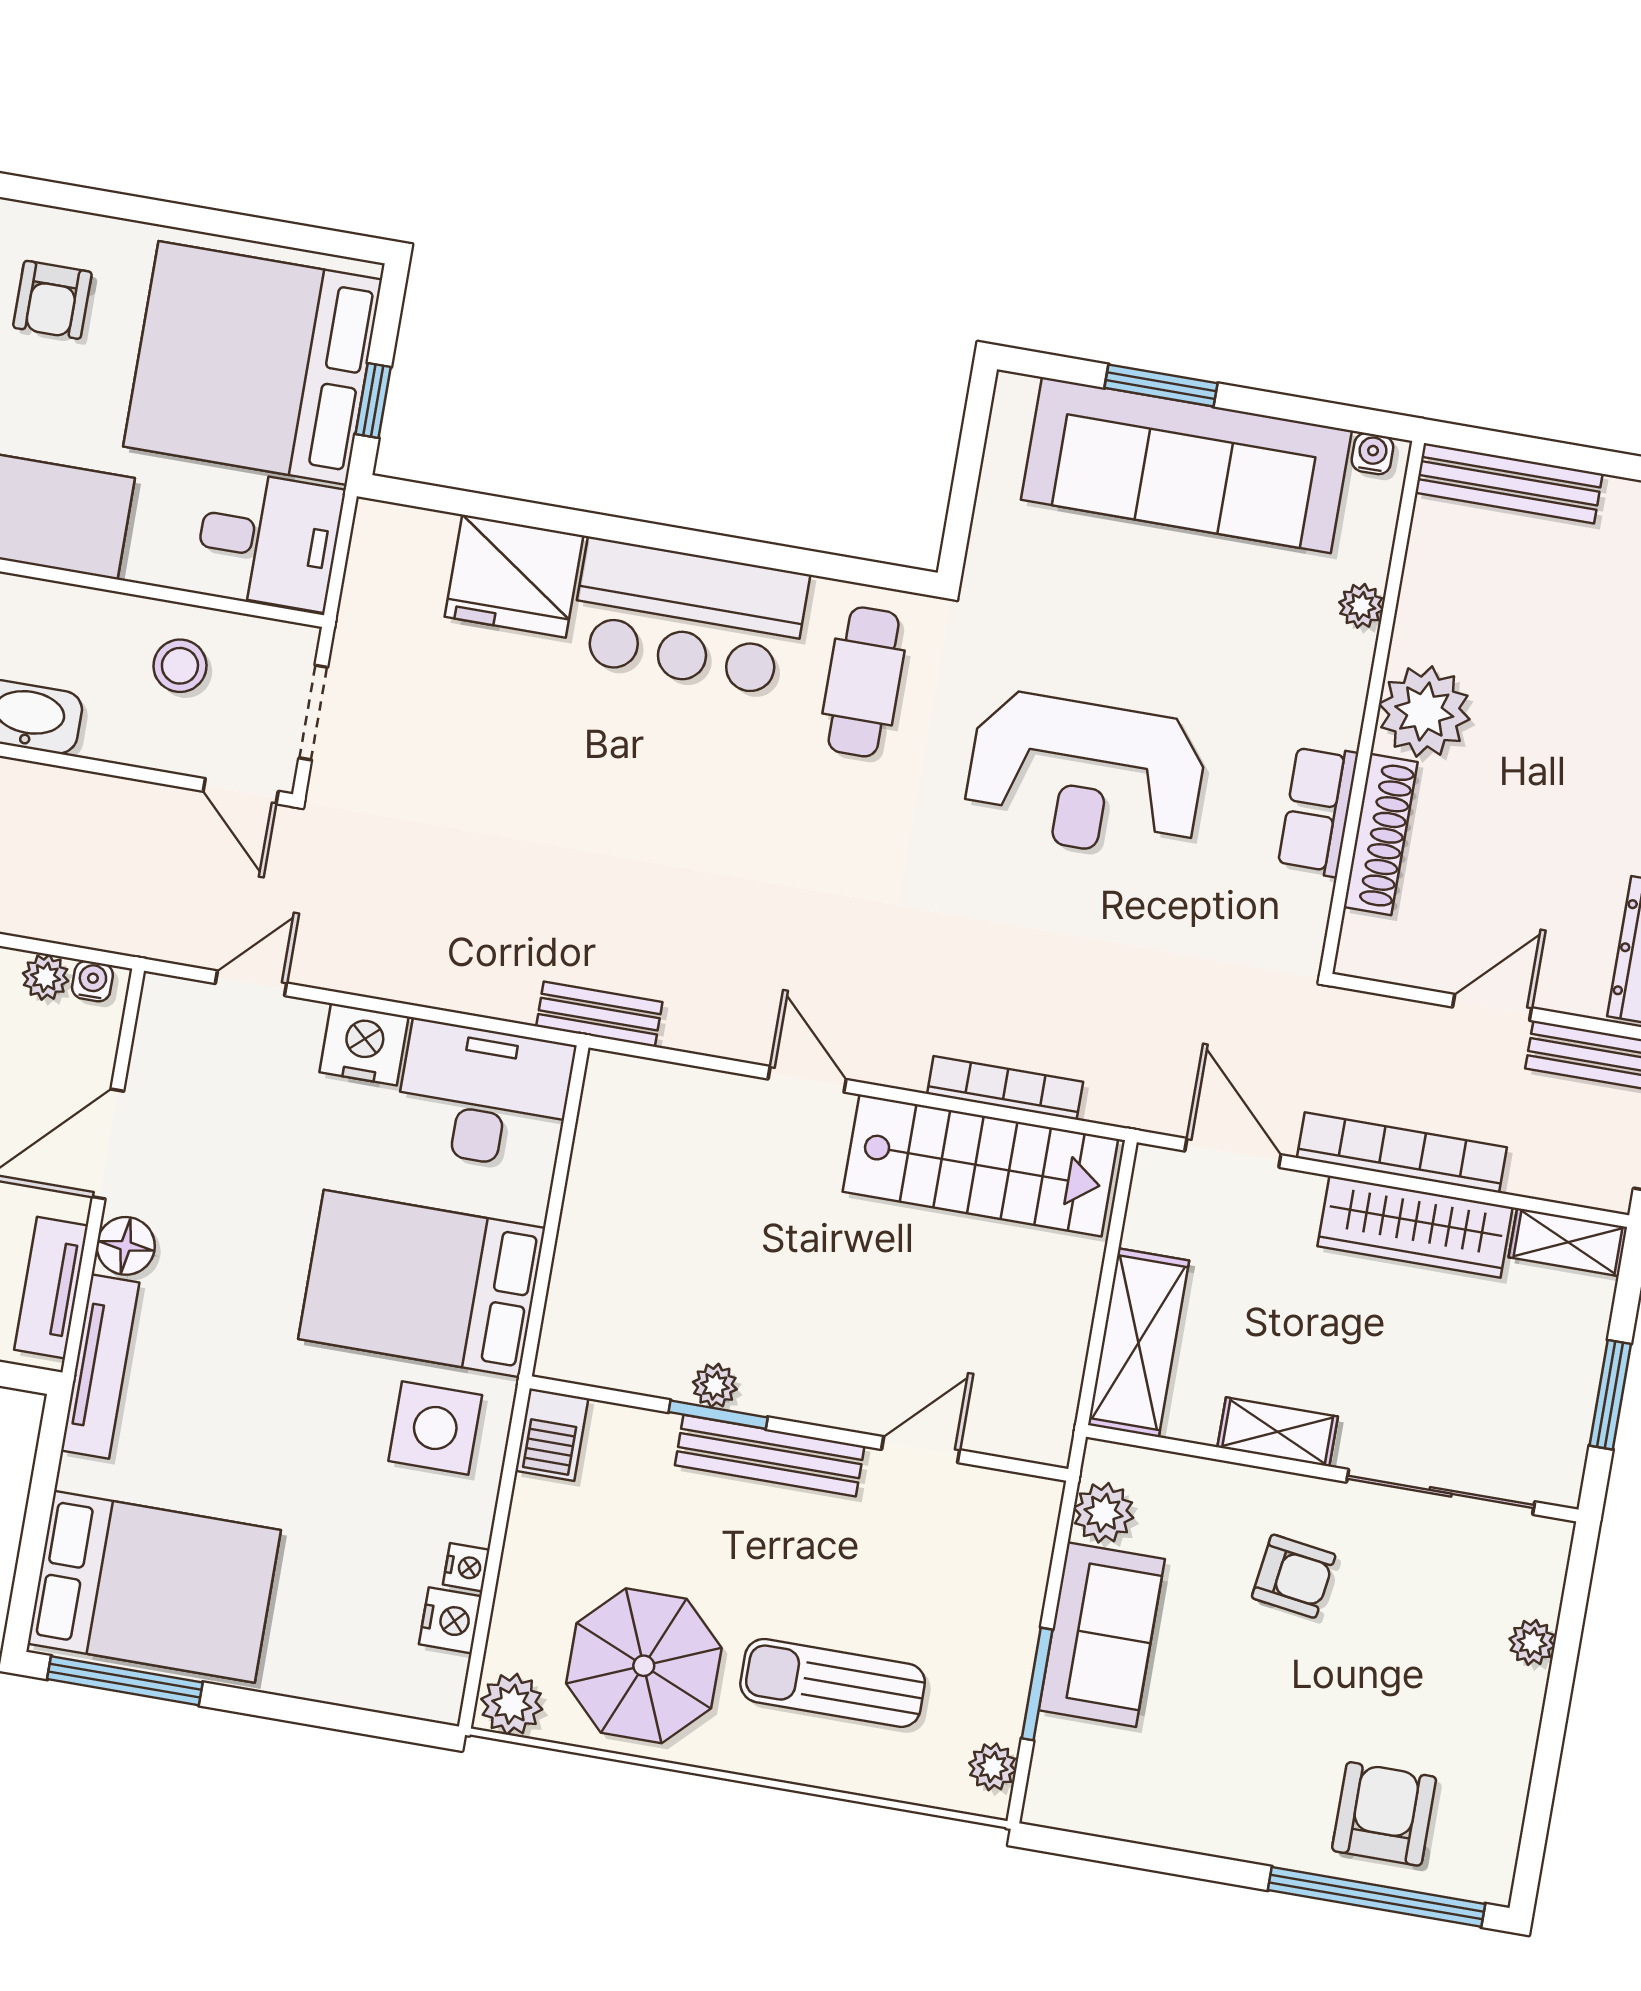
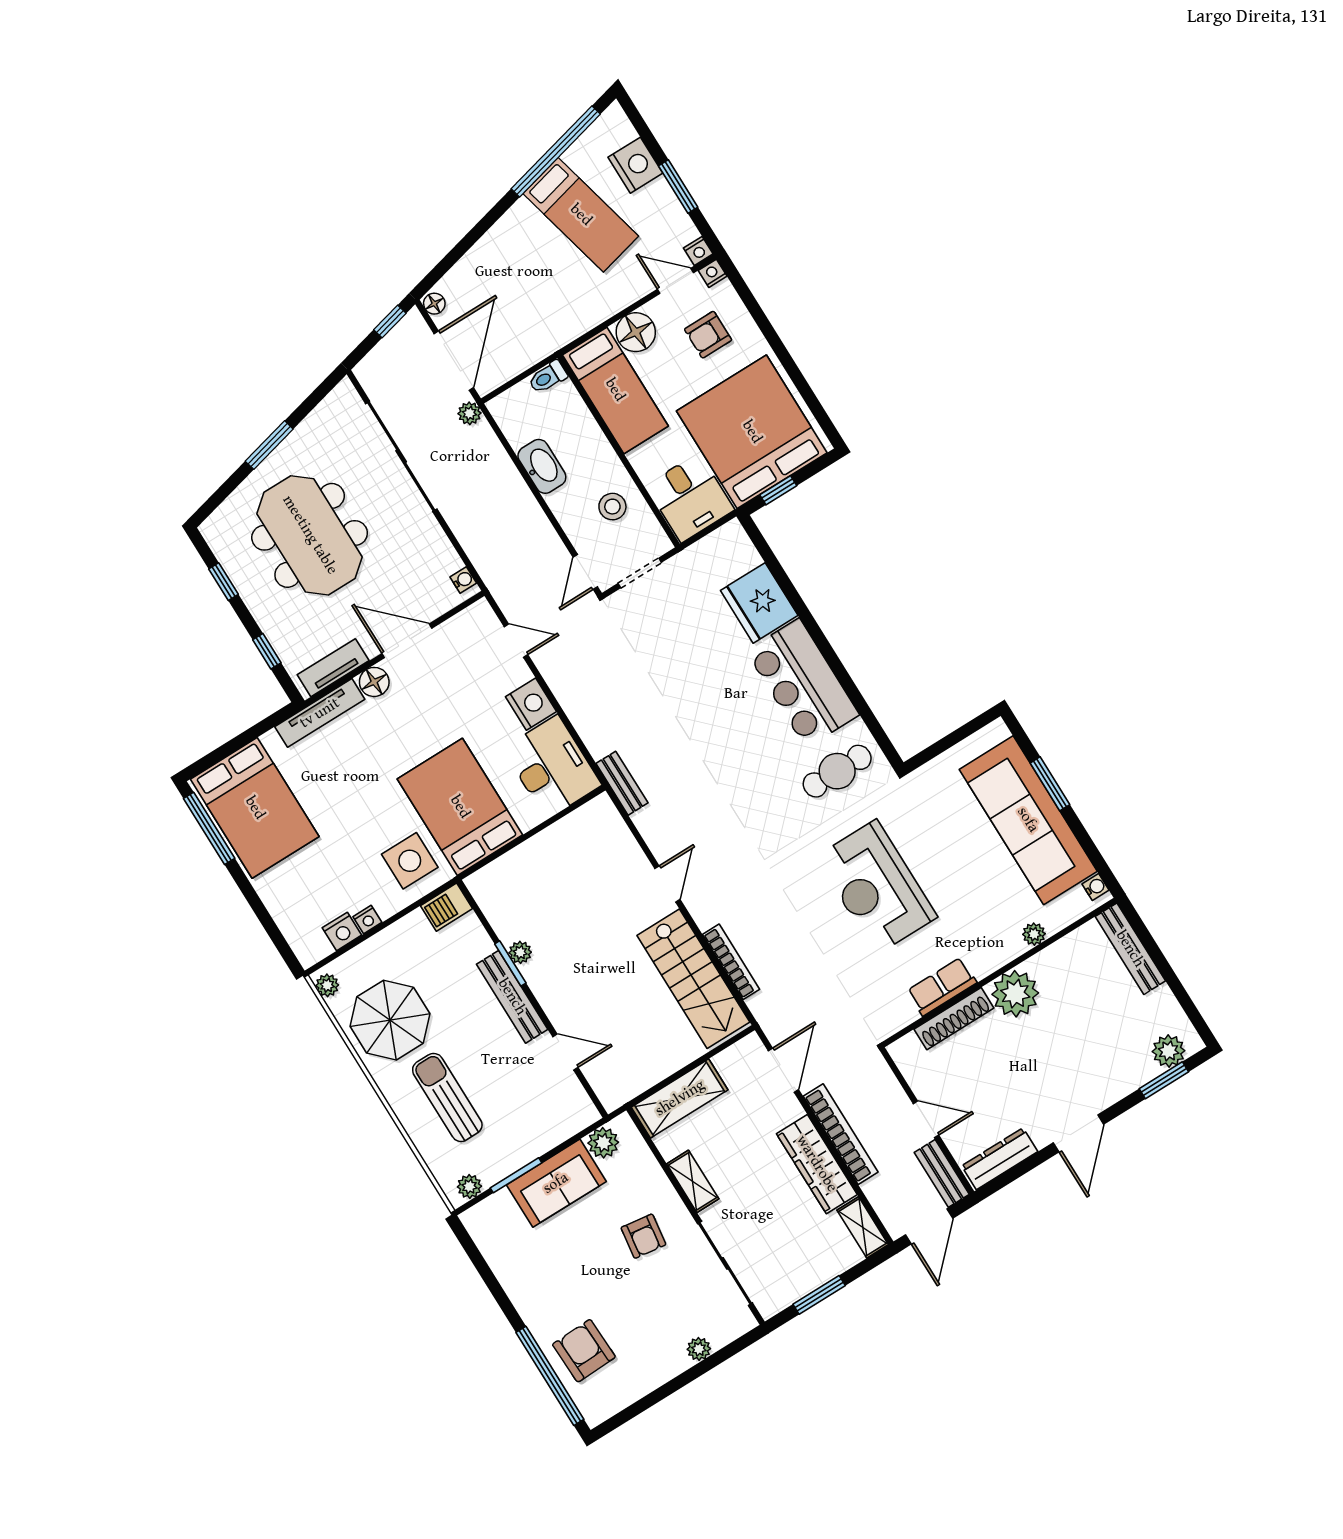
plant: (46, 977) -> (449, 561), removed
plant: (512, 1704) -> (327, 985), width x0.73, depth x0.73
armchair: (1384, 1814) -> (584, 1351), turned -92

